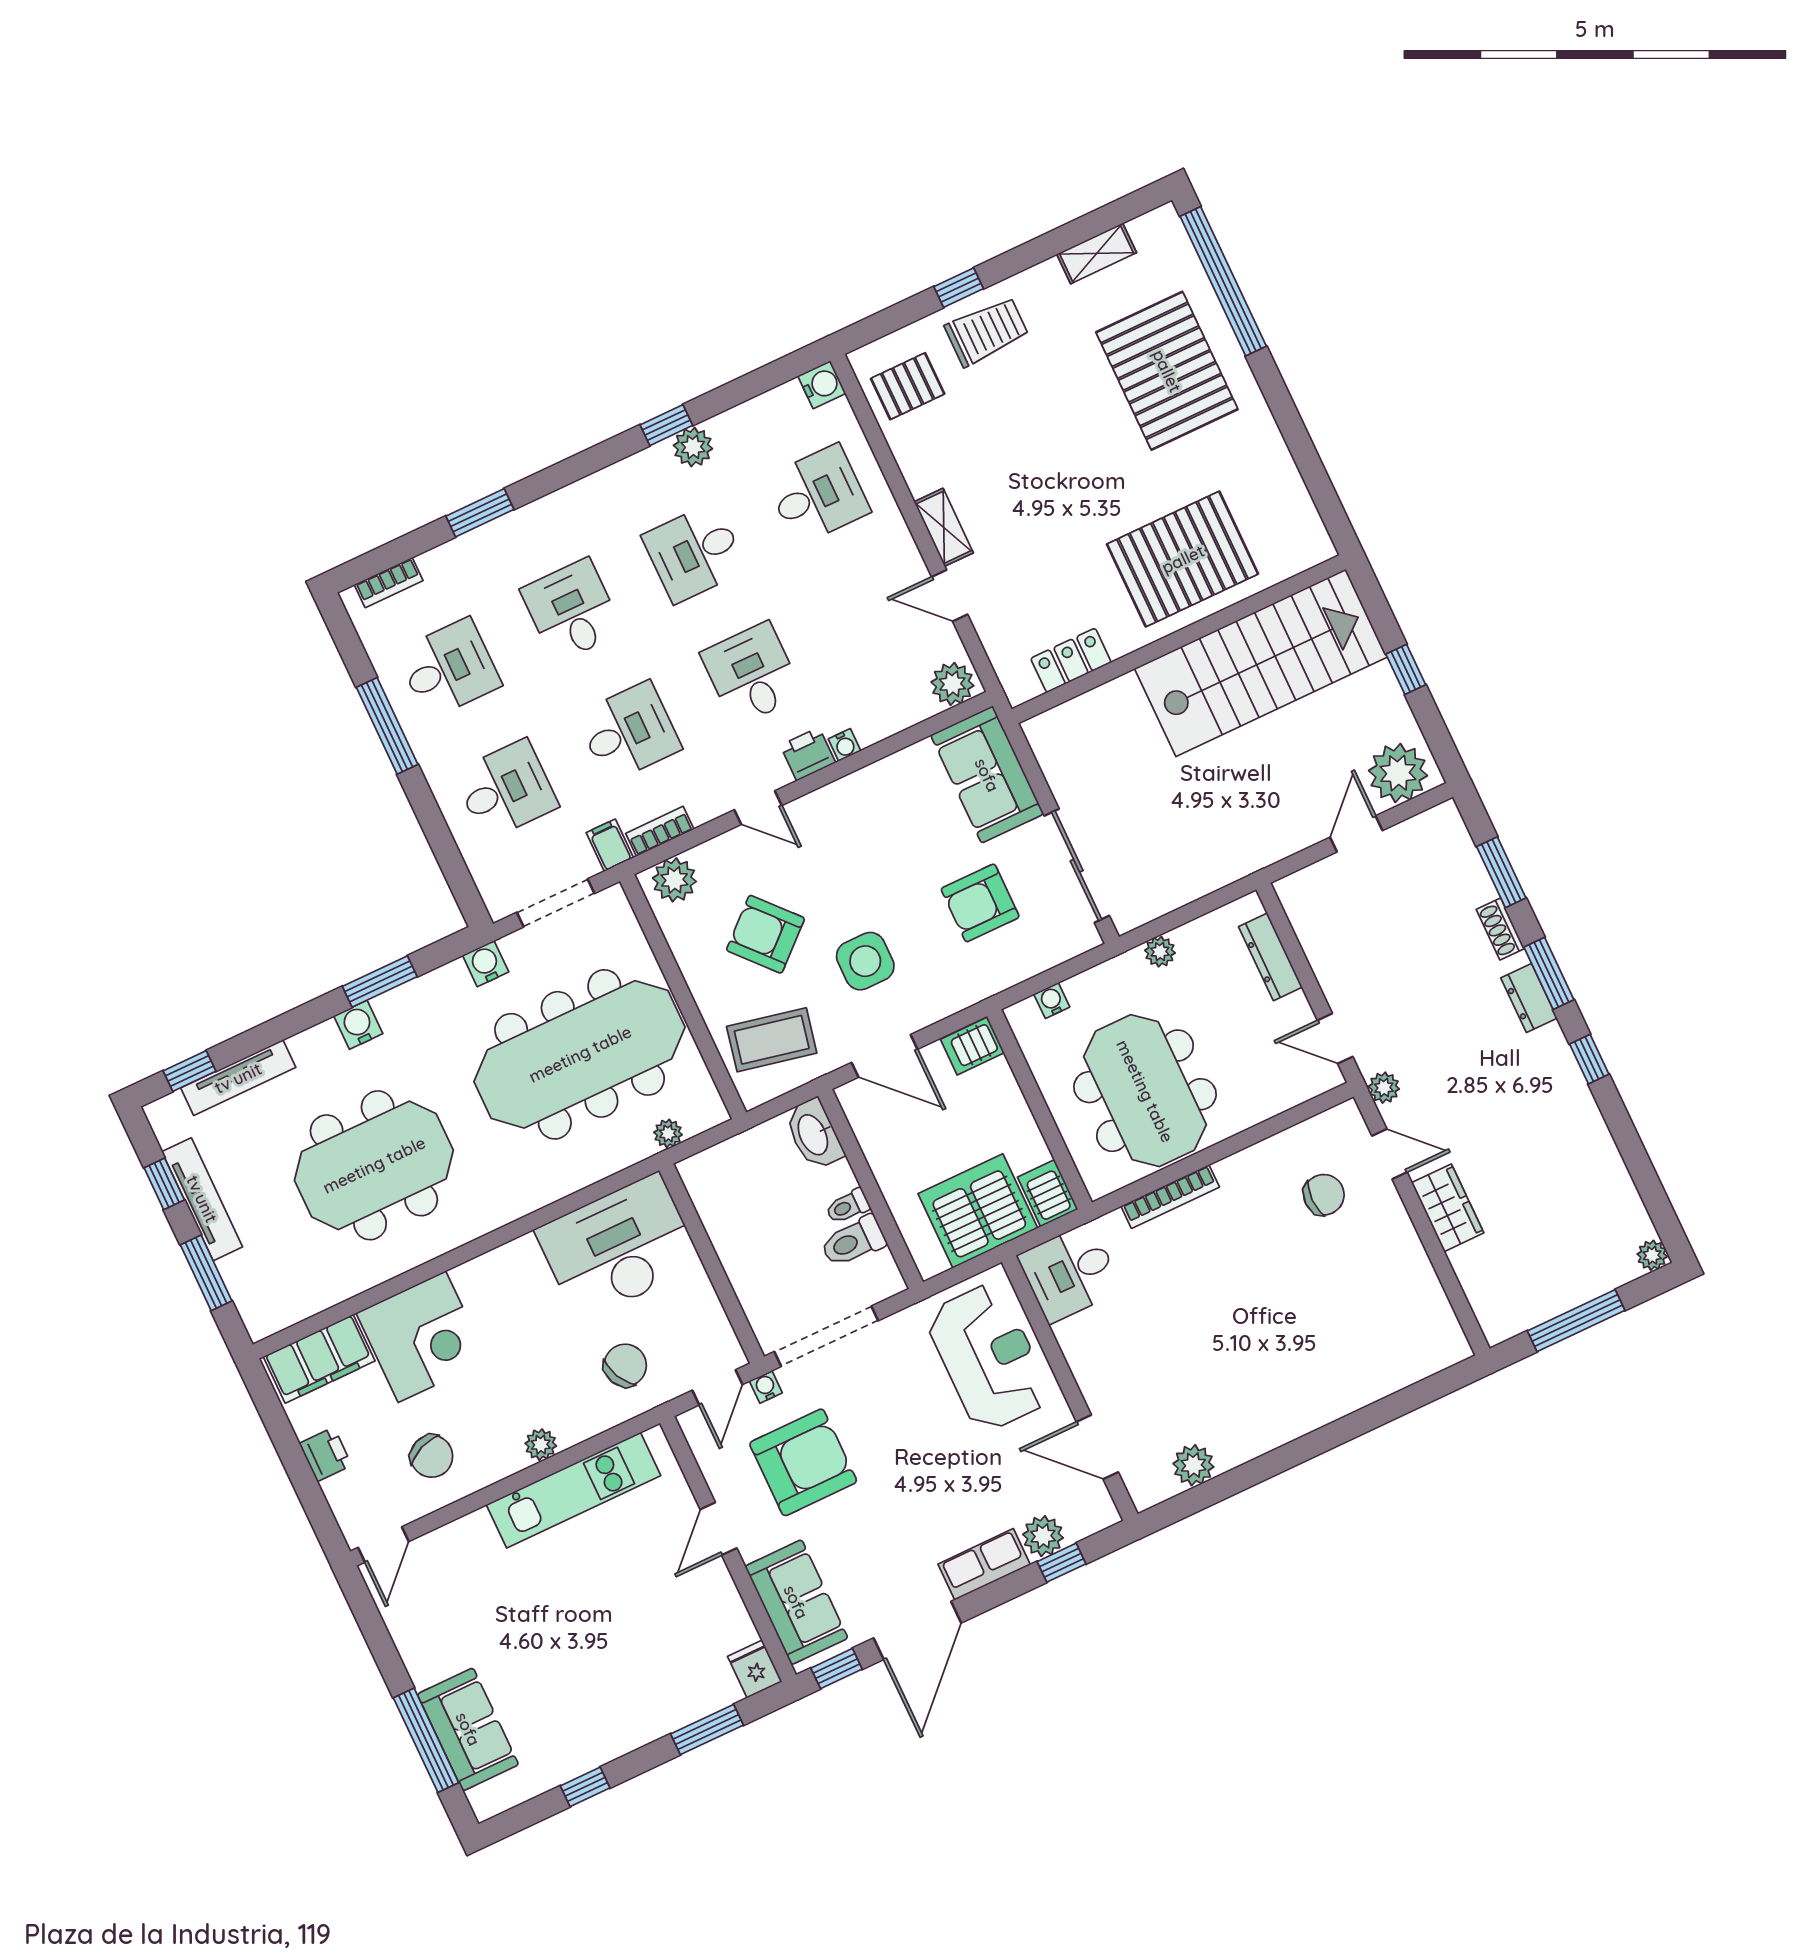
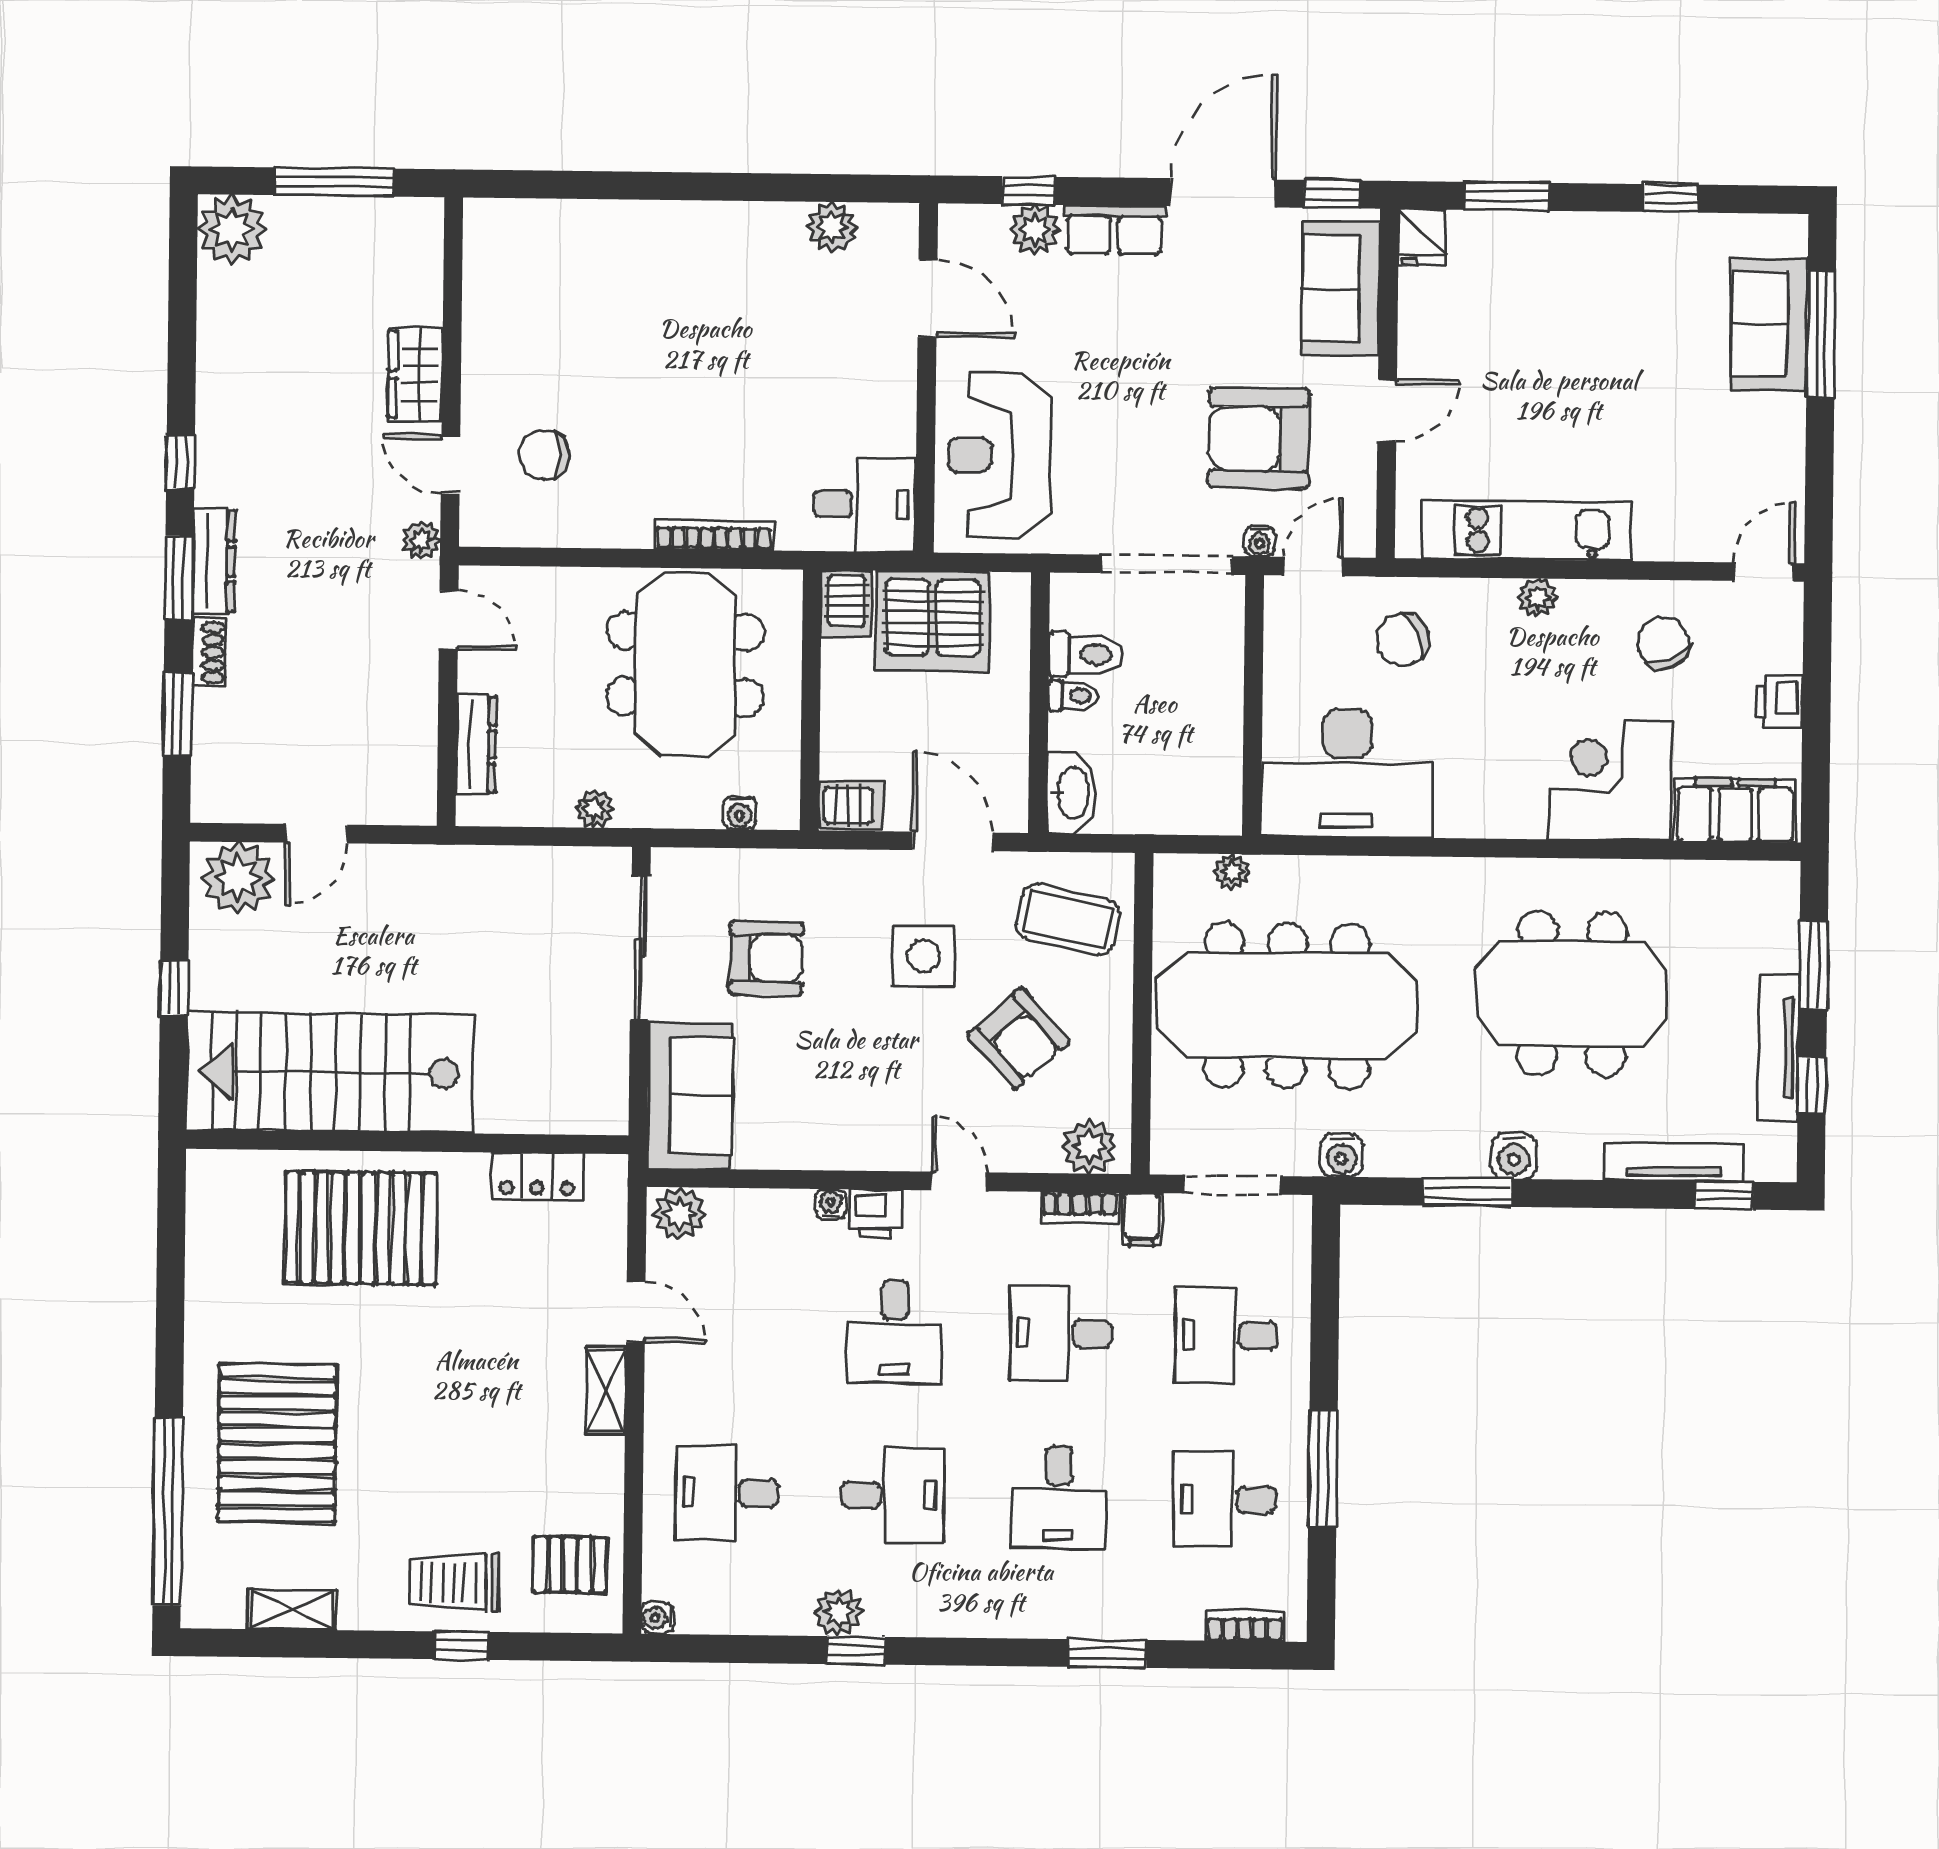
water cooler: (822, 385) -> (657, 1618), width x0.72, depth x0.72
dresser: (1529, 998) -> (214, 561), width x1.44
plant: (1652, 1255) -> (232, 229), width x1.87, depth x1.87

